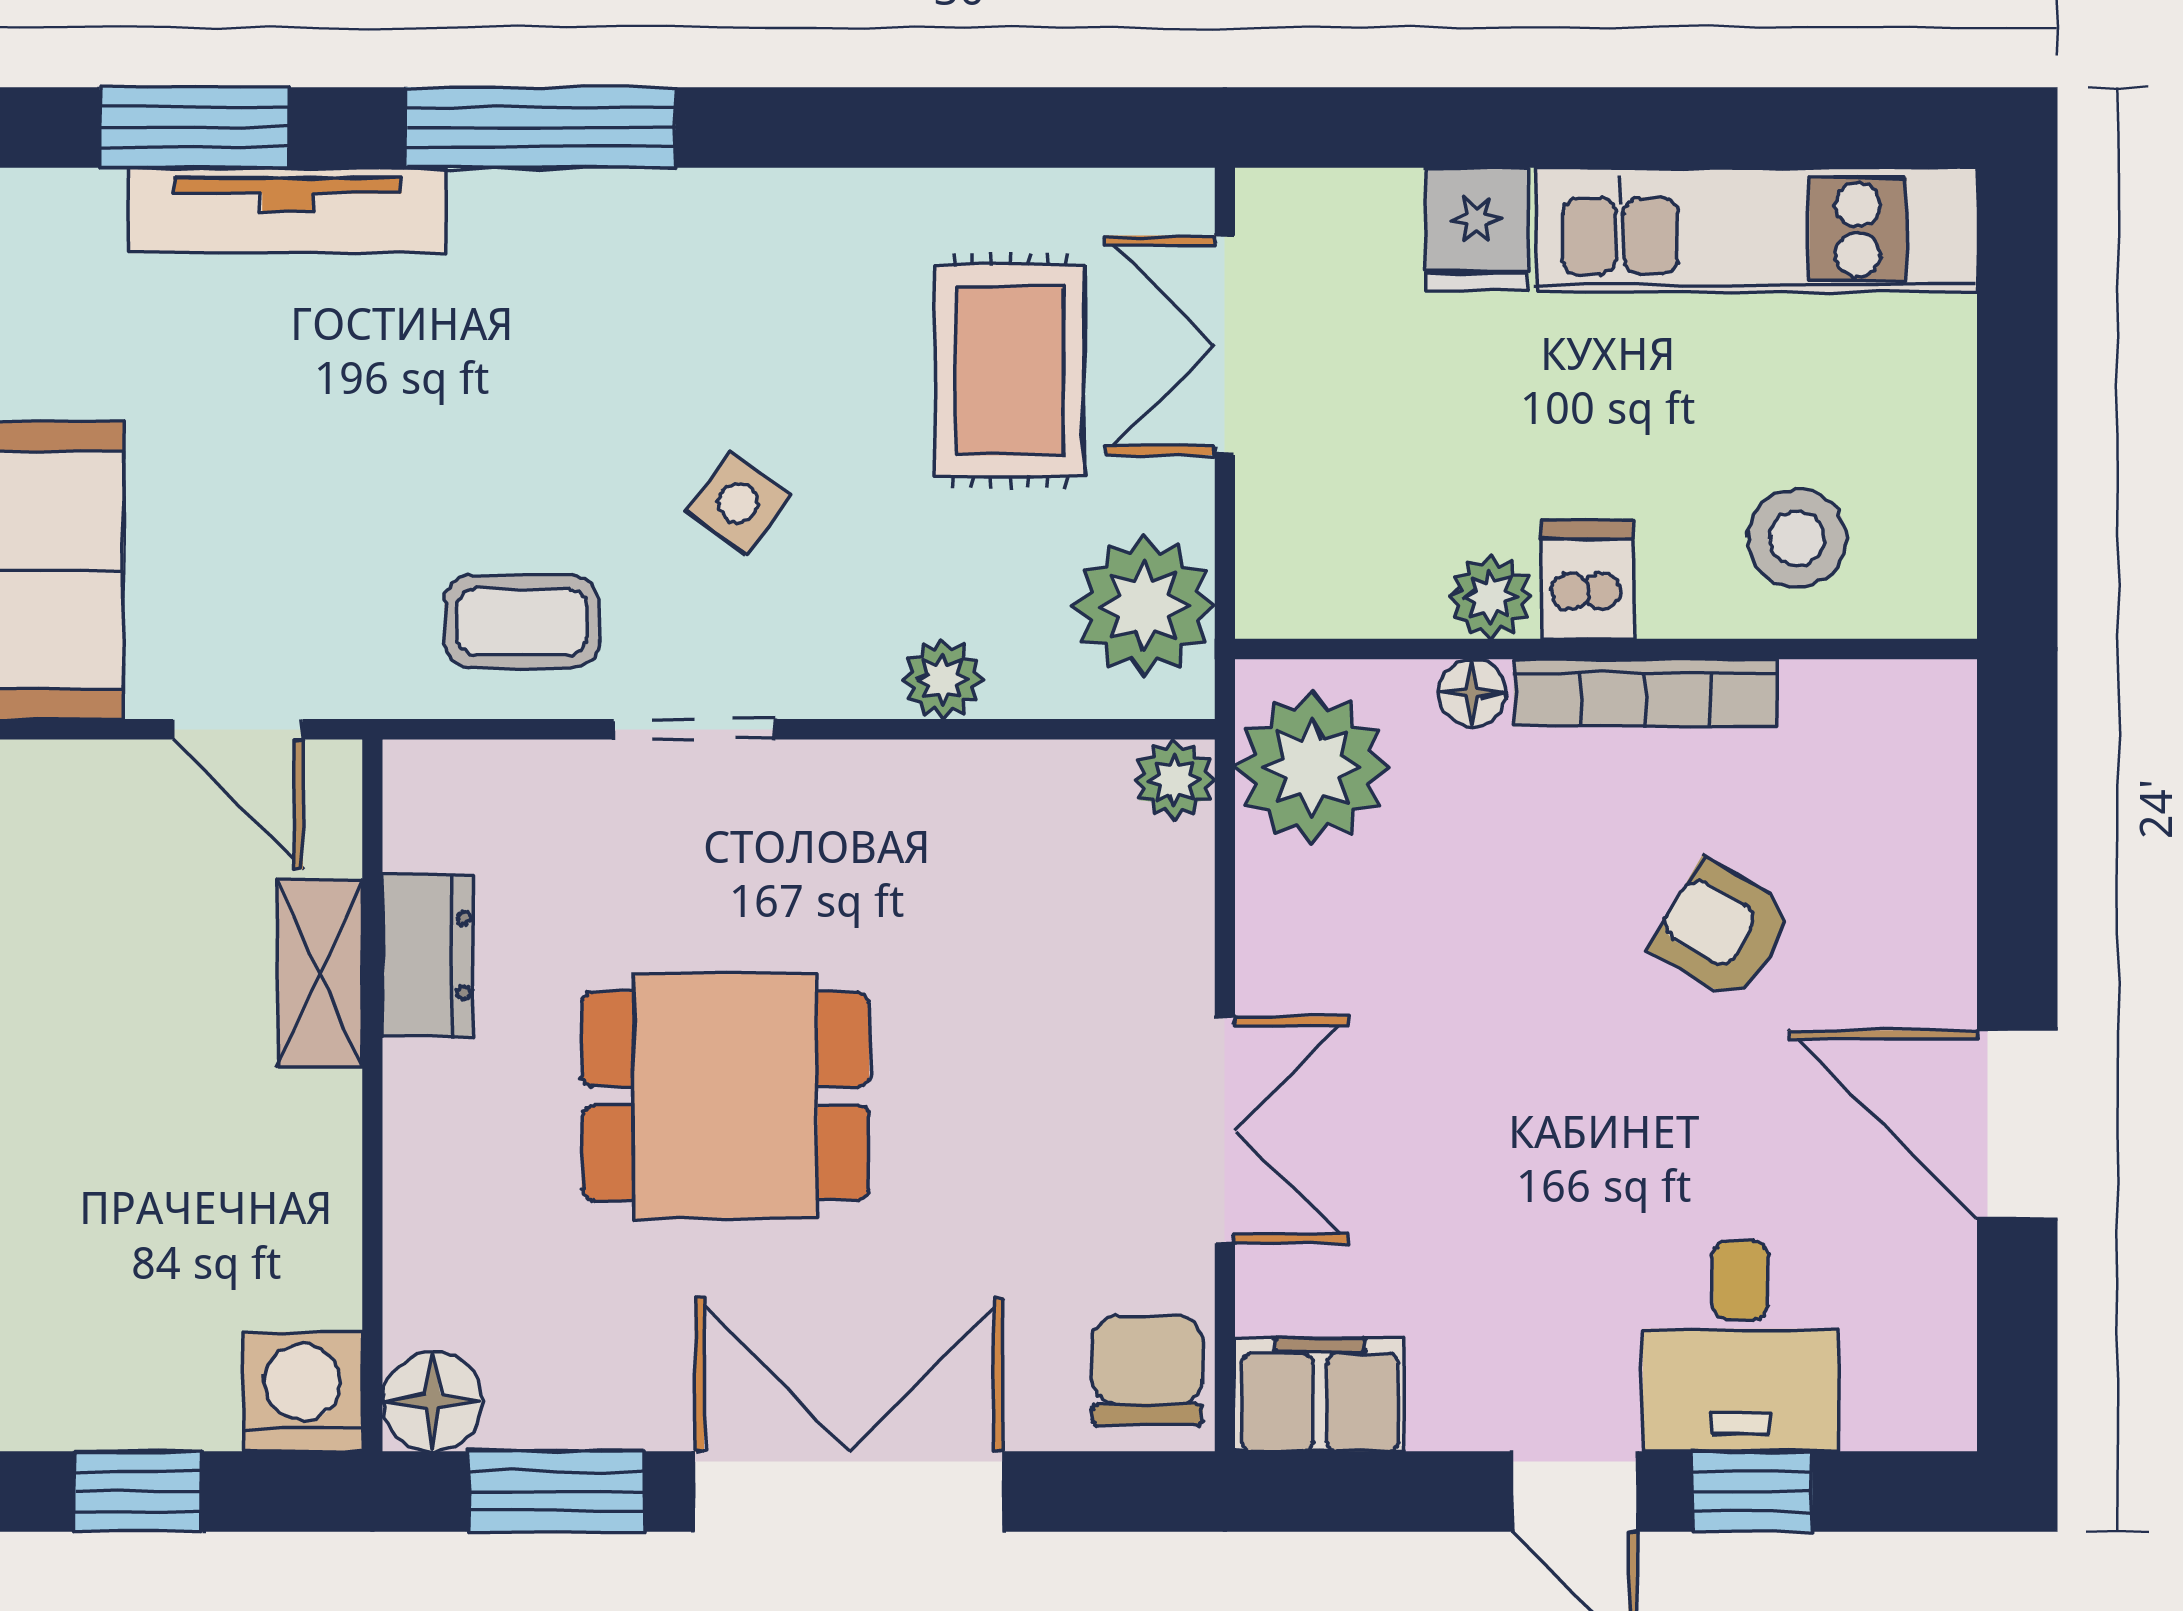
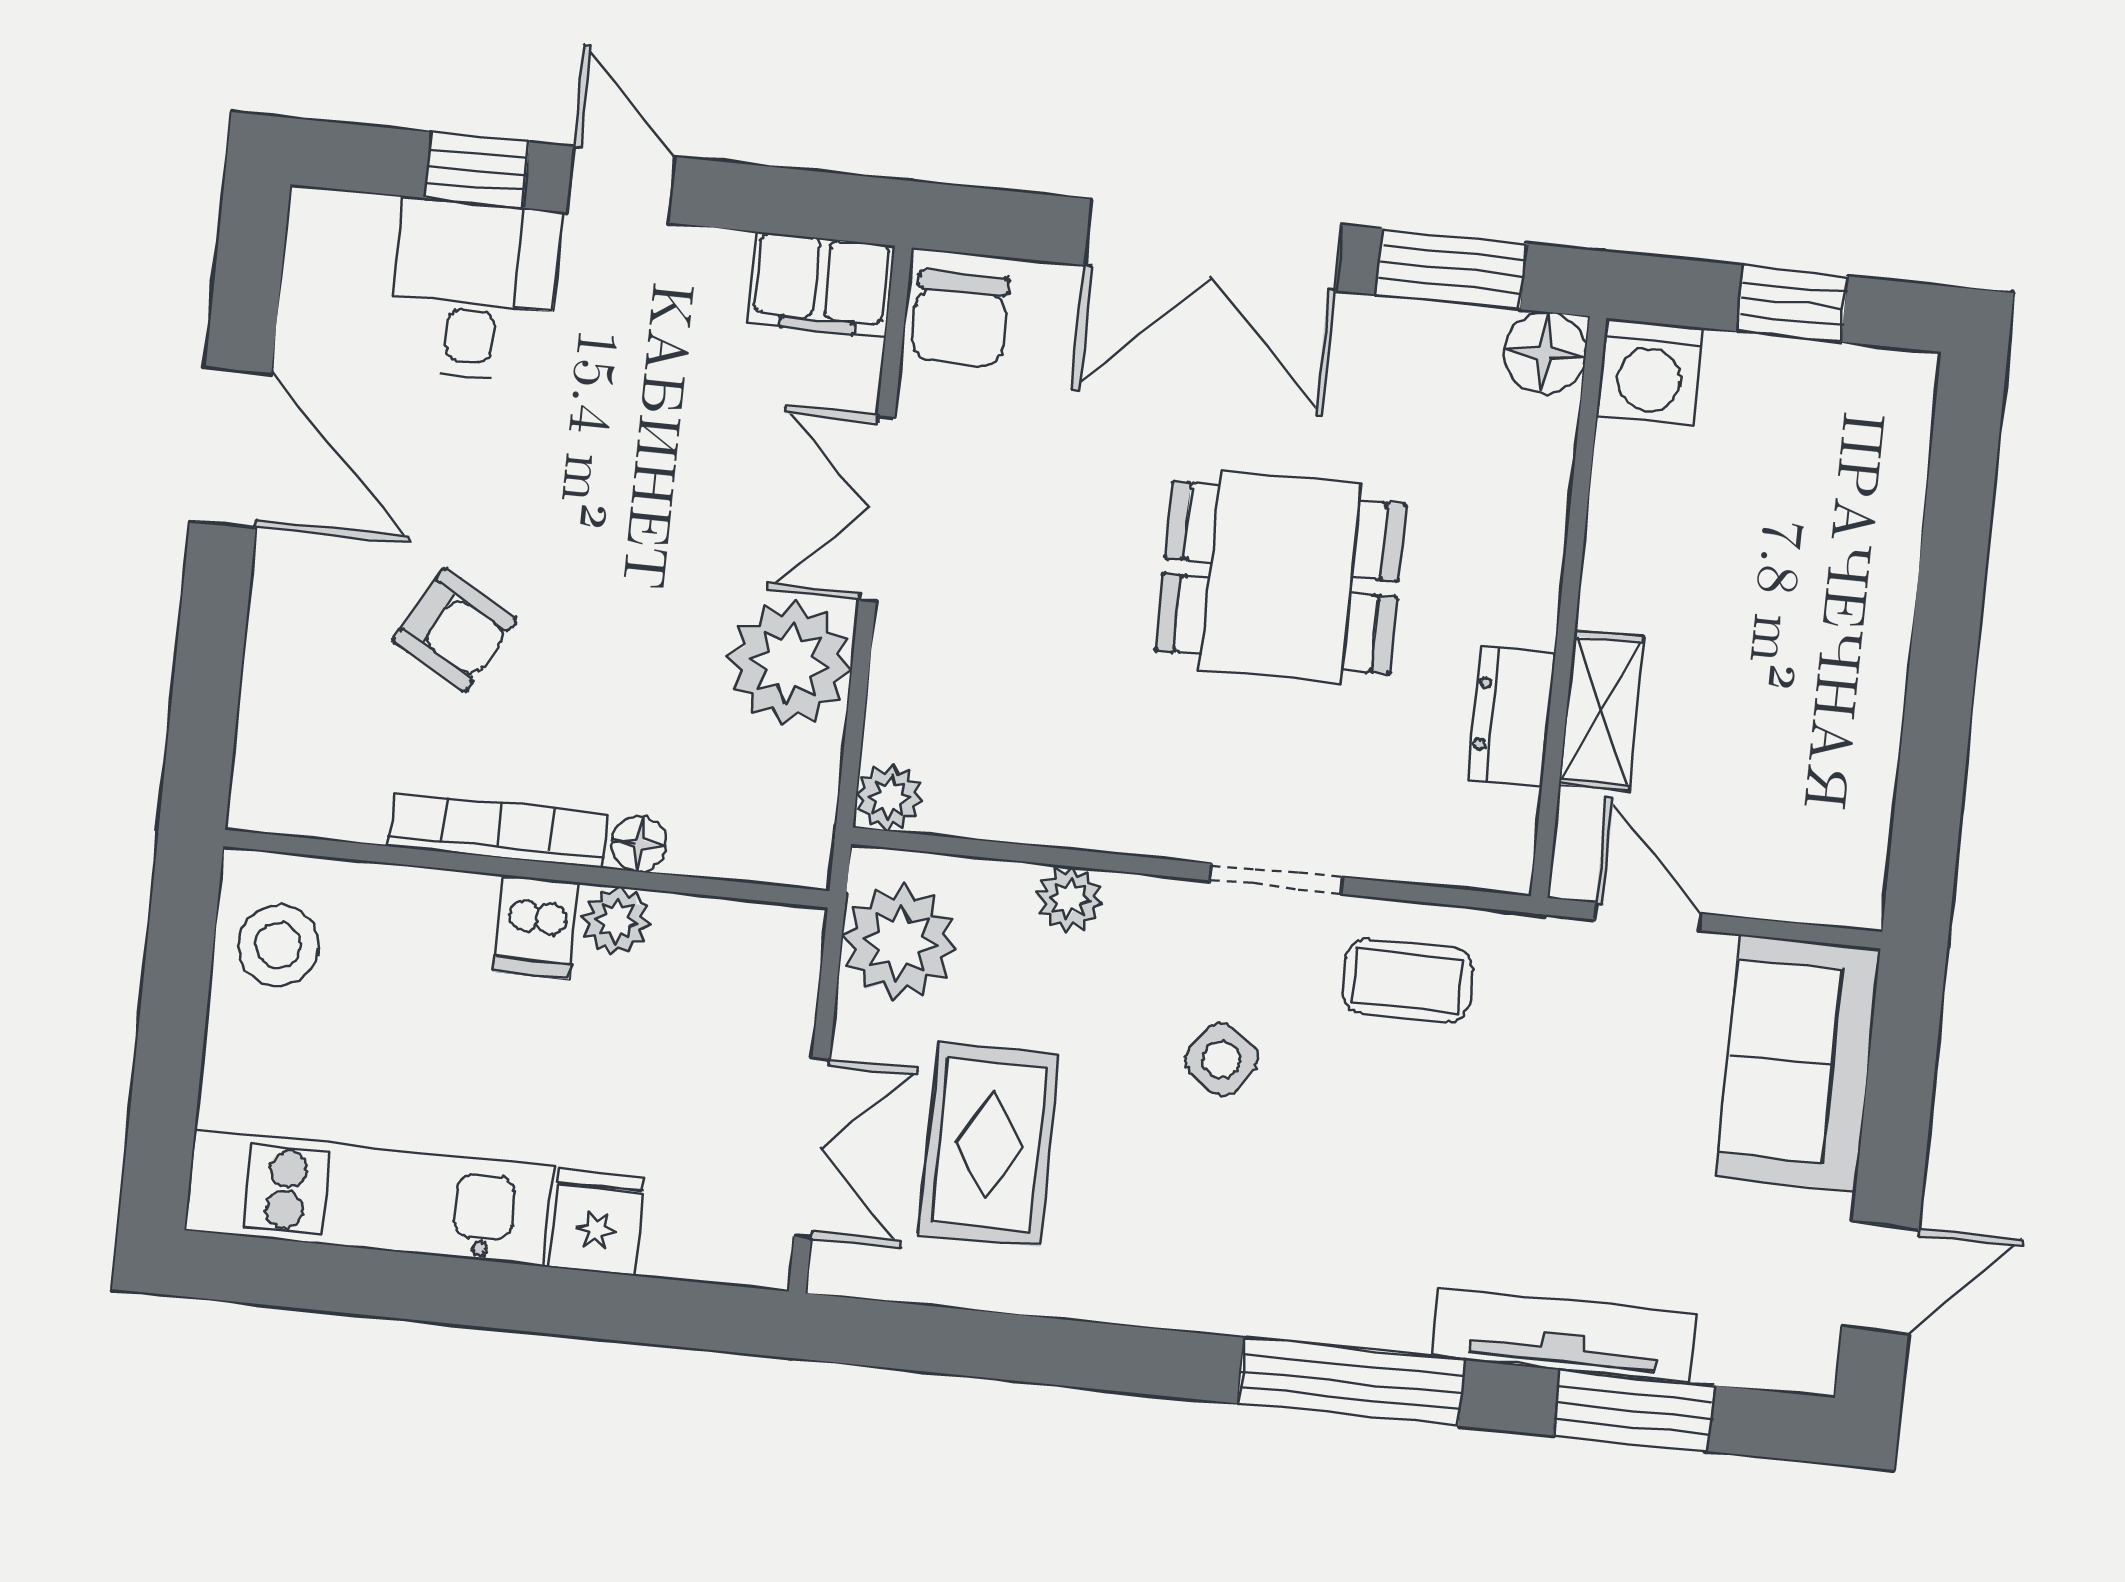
stool: (1797, 538) -> (278, 945), moved
plant: (1312, 768) -> (789, 663), moved

